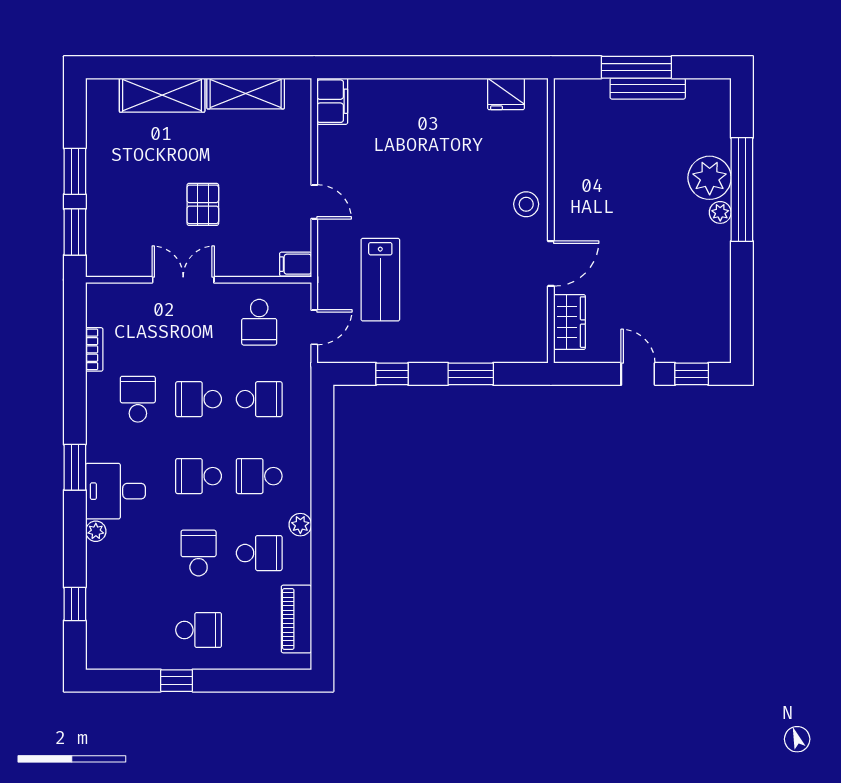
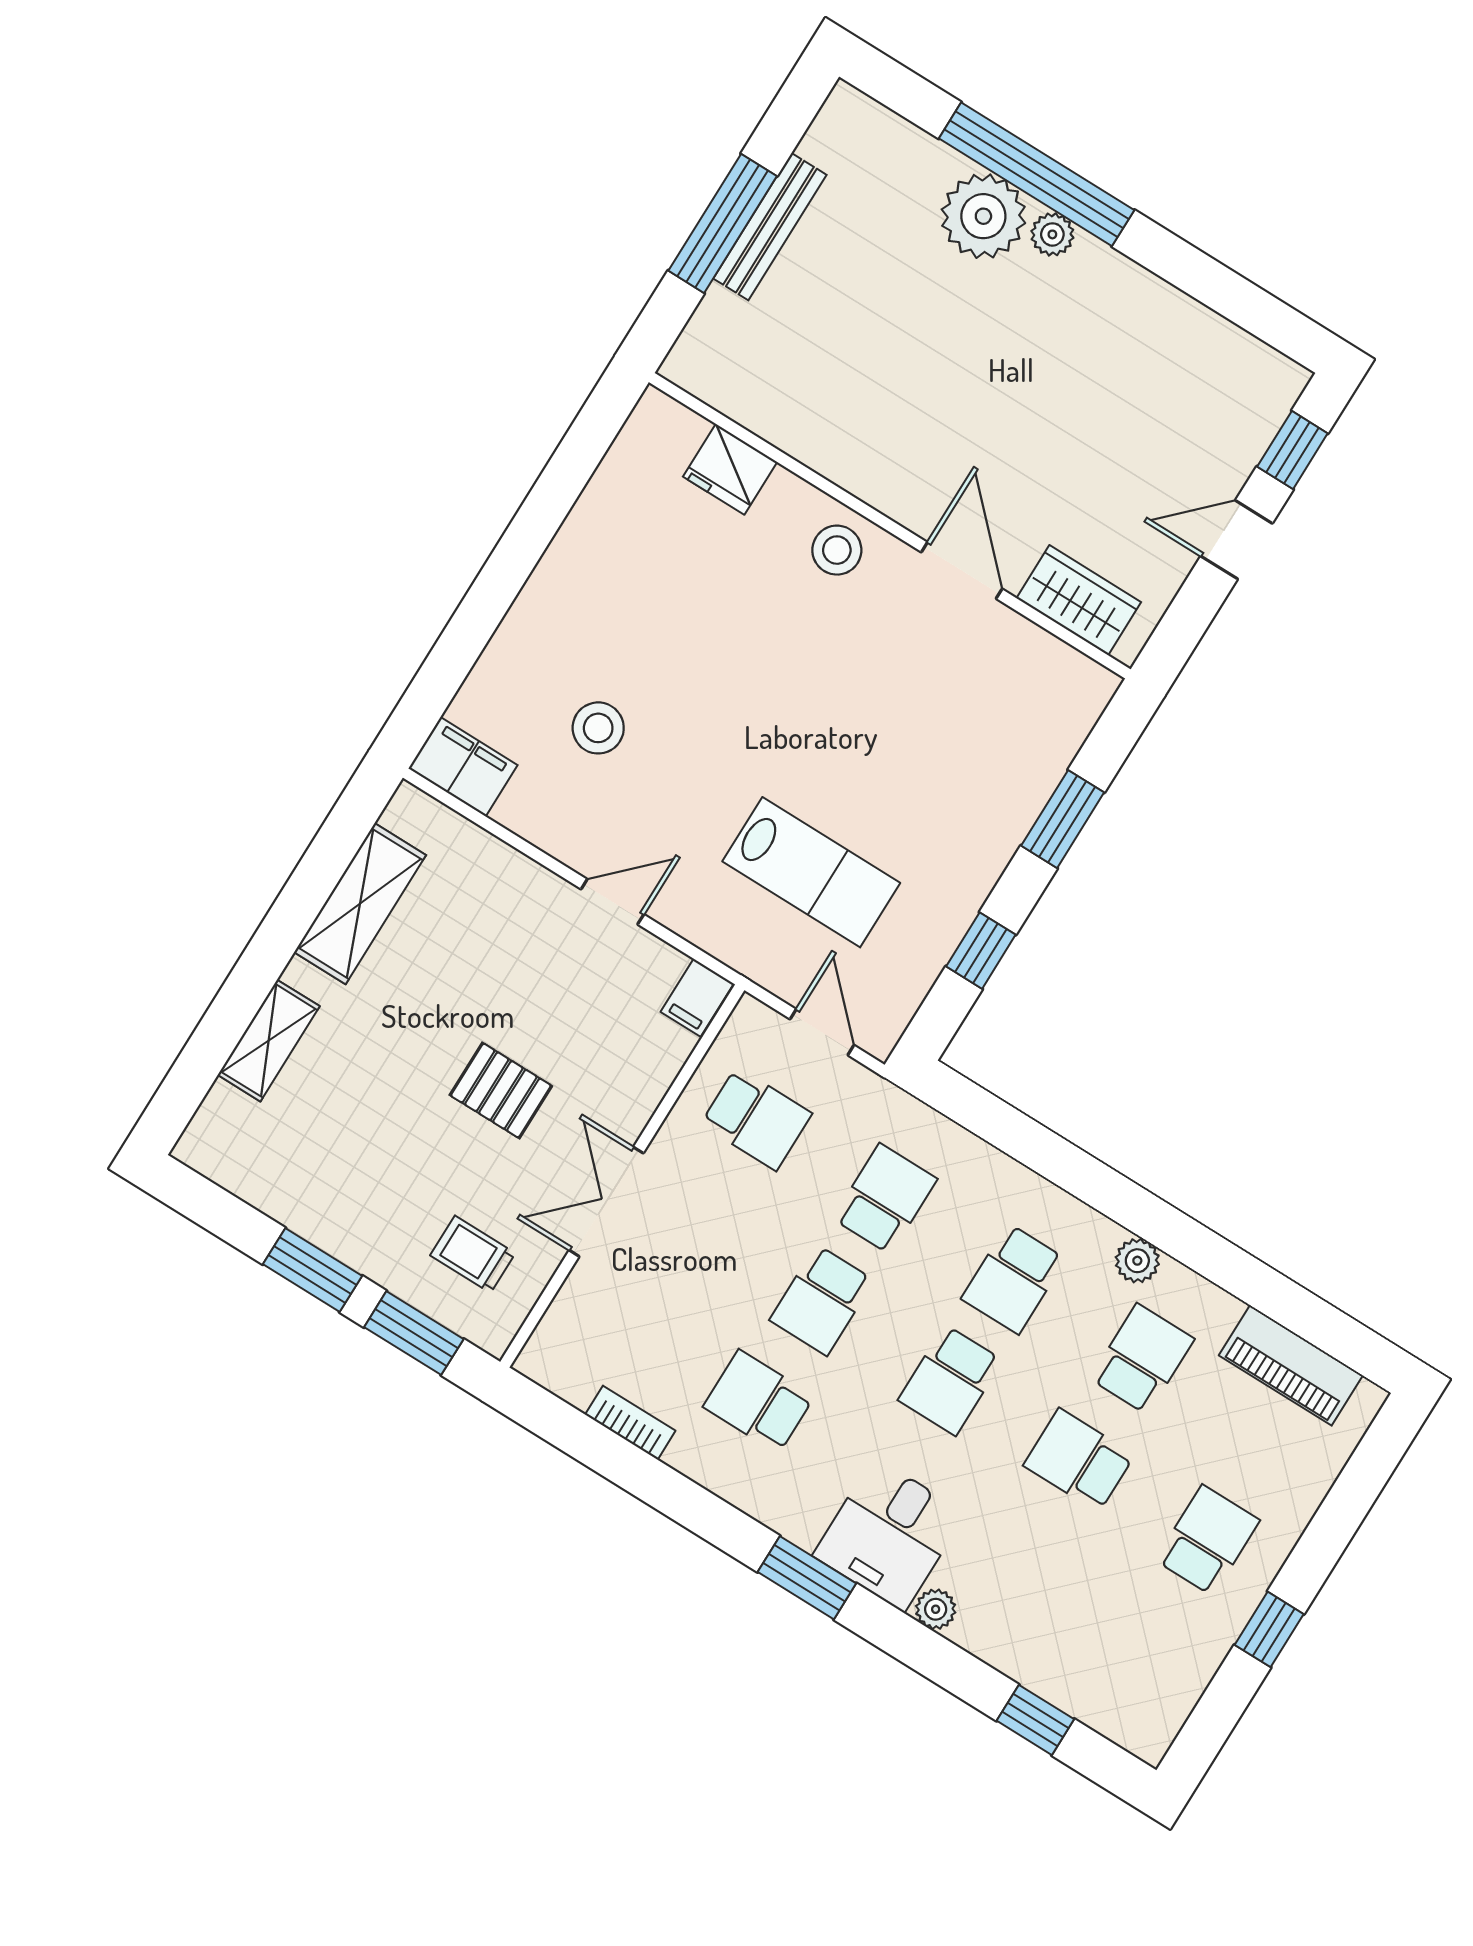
fridge: (506, 94) -> (730, 469), moved, turned 90
shelving: (162, 95) -> (269, 1041), width x0.67, depth x0.75
stool: (385, 149) -> (598, 728), added
trolley: (125, 236) -> (473, 1254), added

